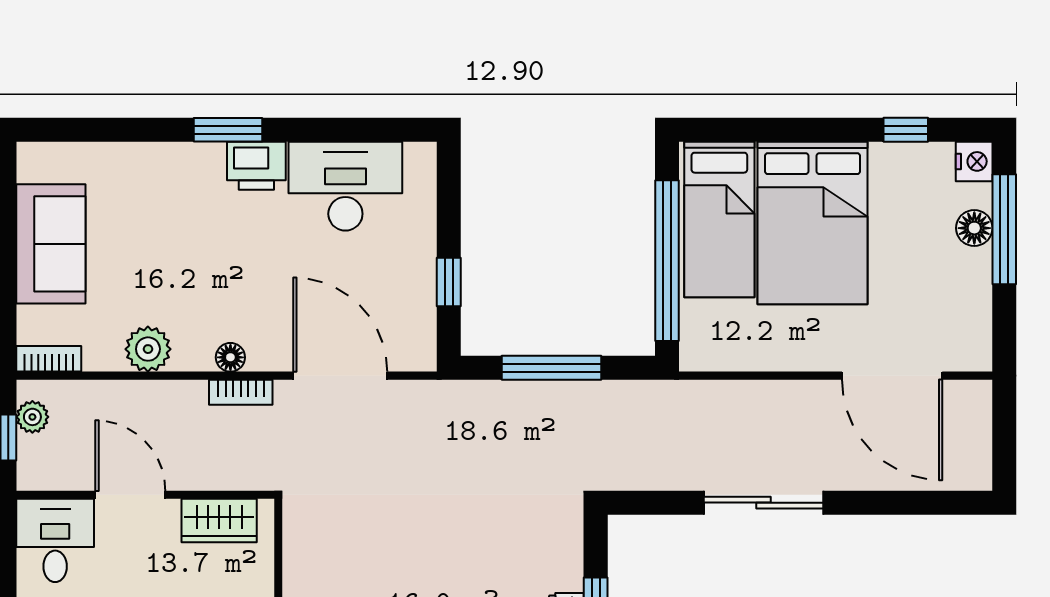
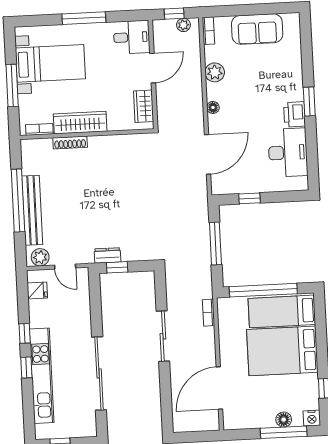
bookcase: (241, 392) -> (209, 313), moved

